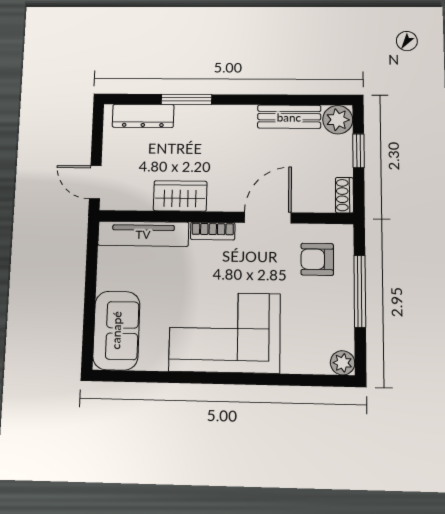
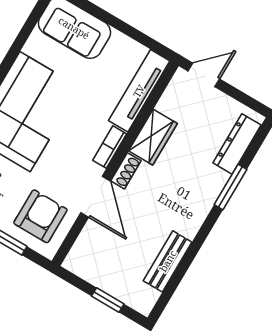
plant: (338, 120) -> (143, 299), removed
shoe rack: (344, 195) -> (126, 171), moved, turned 90
armchair: (317, 259) -> (40, 216), width x1.38, depth x1.38

